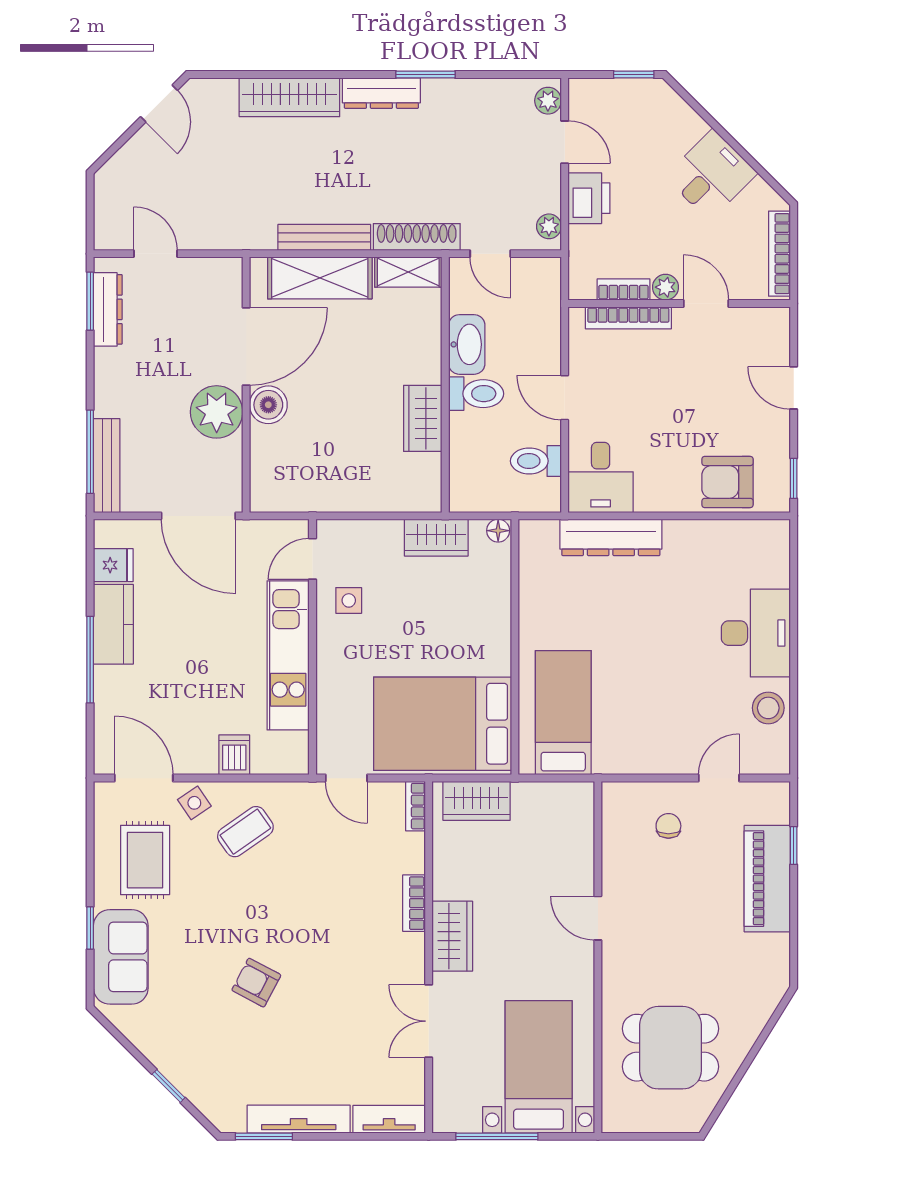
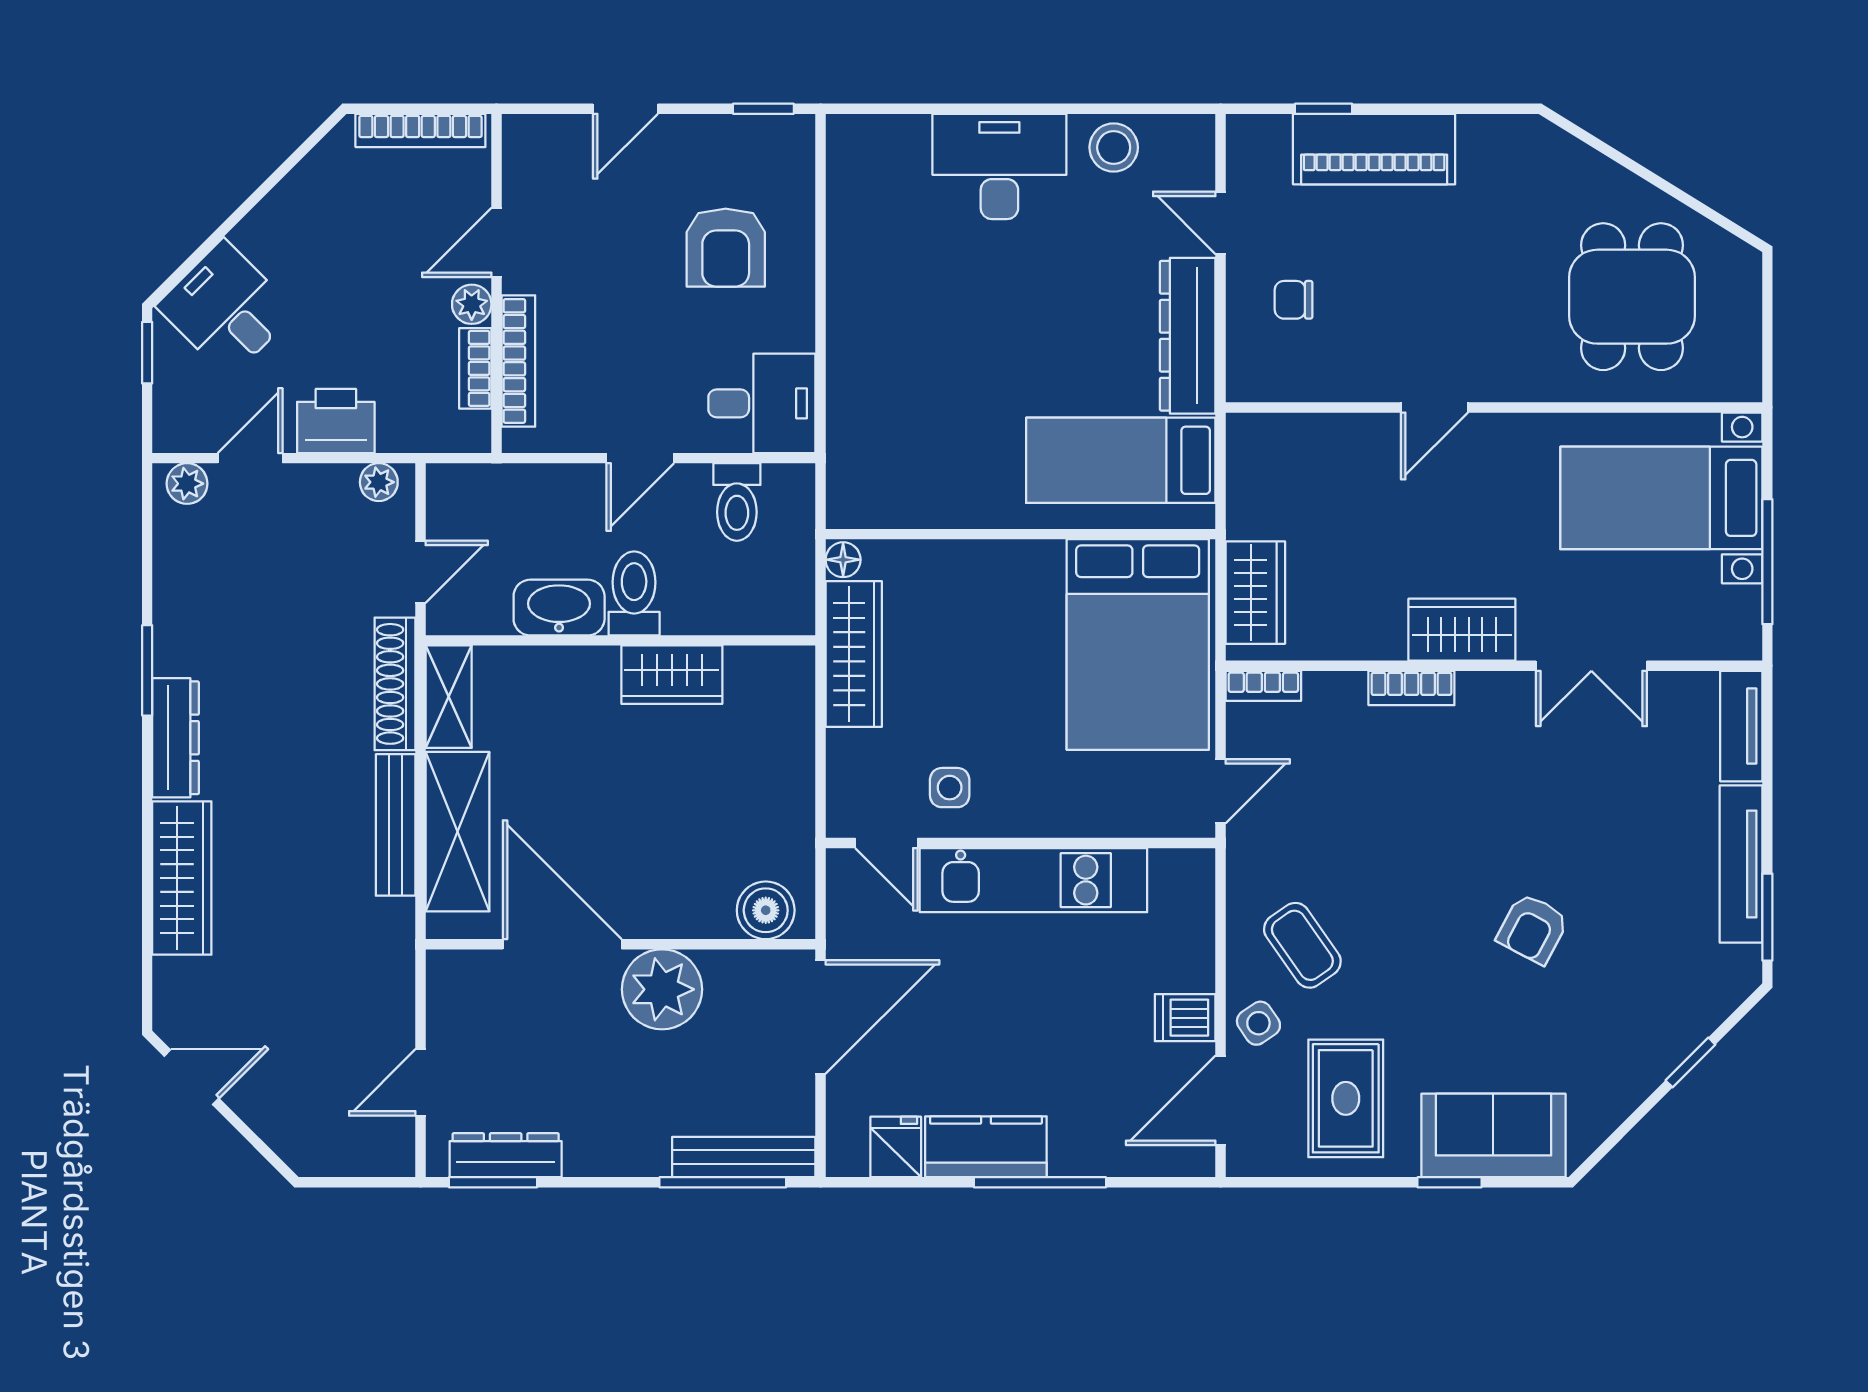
desk: (711, 175) -> (226, 309), moved
boiler: (268, 405) -> (766, 910), moved
armchair: (727, 482) -> (726, 248), moved
dresser: (611, 537) -> (1188, 336), moved, turned 180
wardrobe: (436, 538) -> (854, 654), width x1.50
dishwasher: (234, 755) -> (1185, 1018), moved
rug: (145, 860) -> (1346, 1098), turned 90

